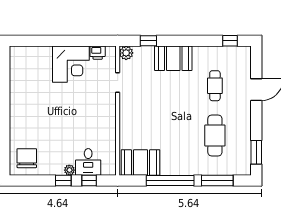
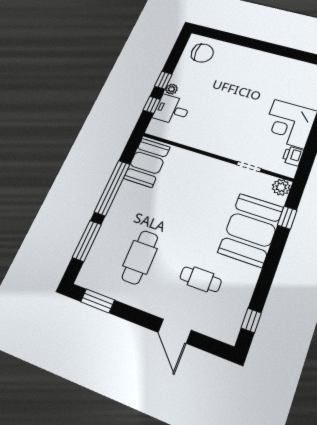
booth: (173, 58) -> (251, 230), width x1.36, depth x1.42
cafe table: (215, 135) -> (140, 257), turned 90

